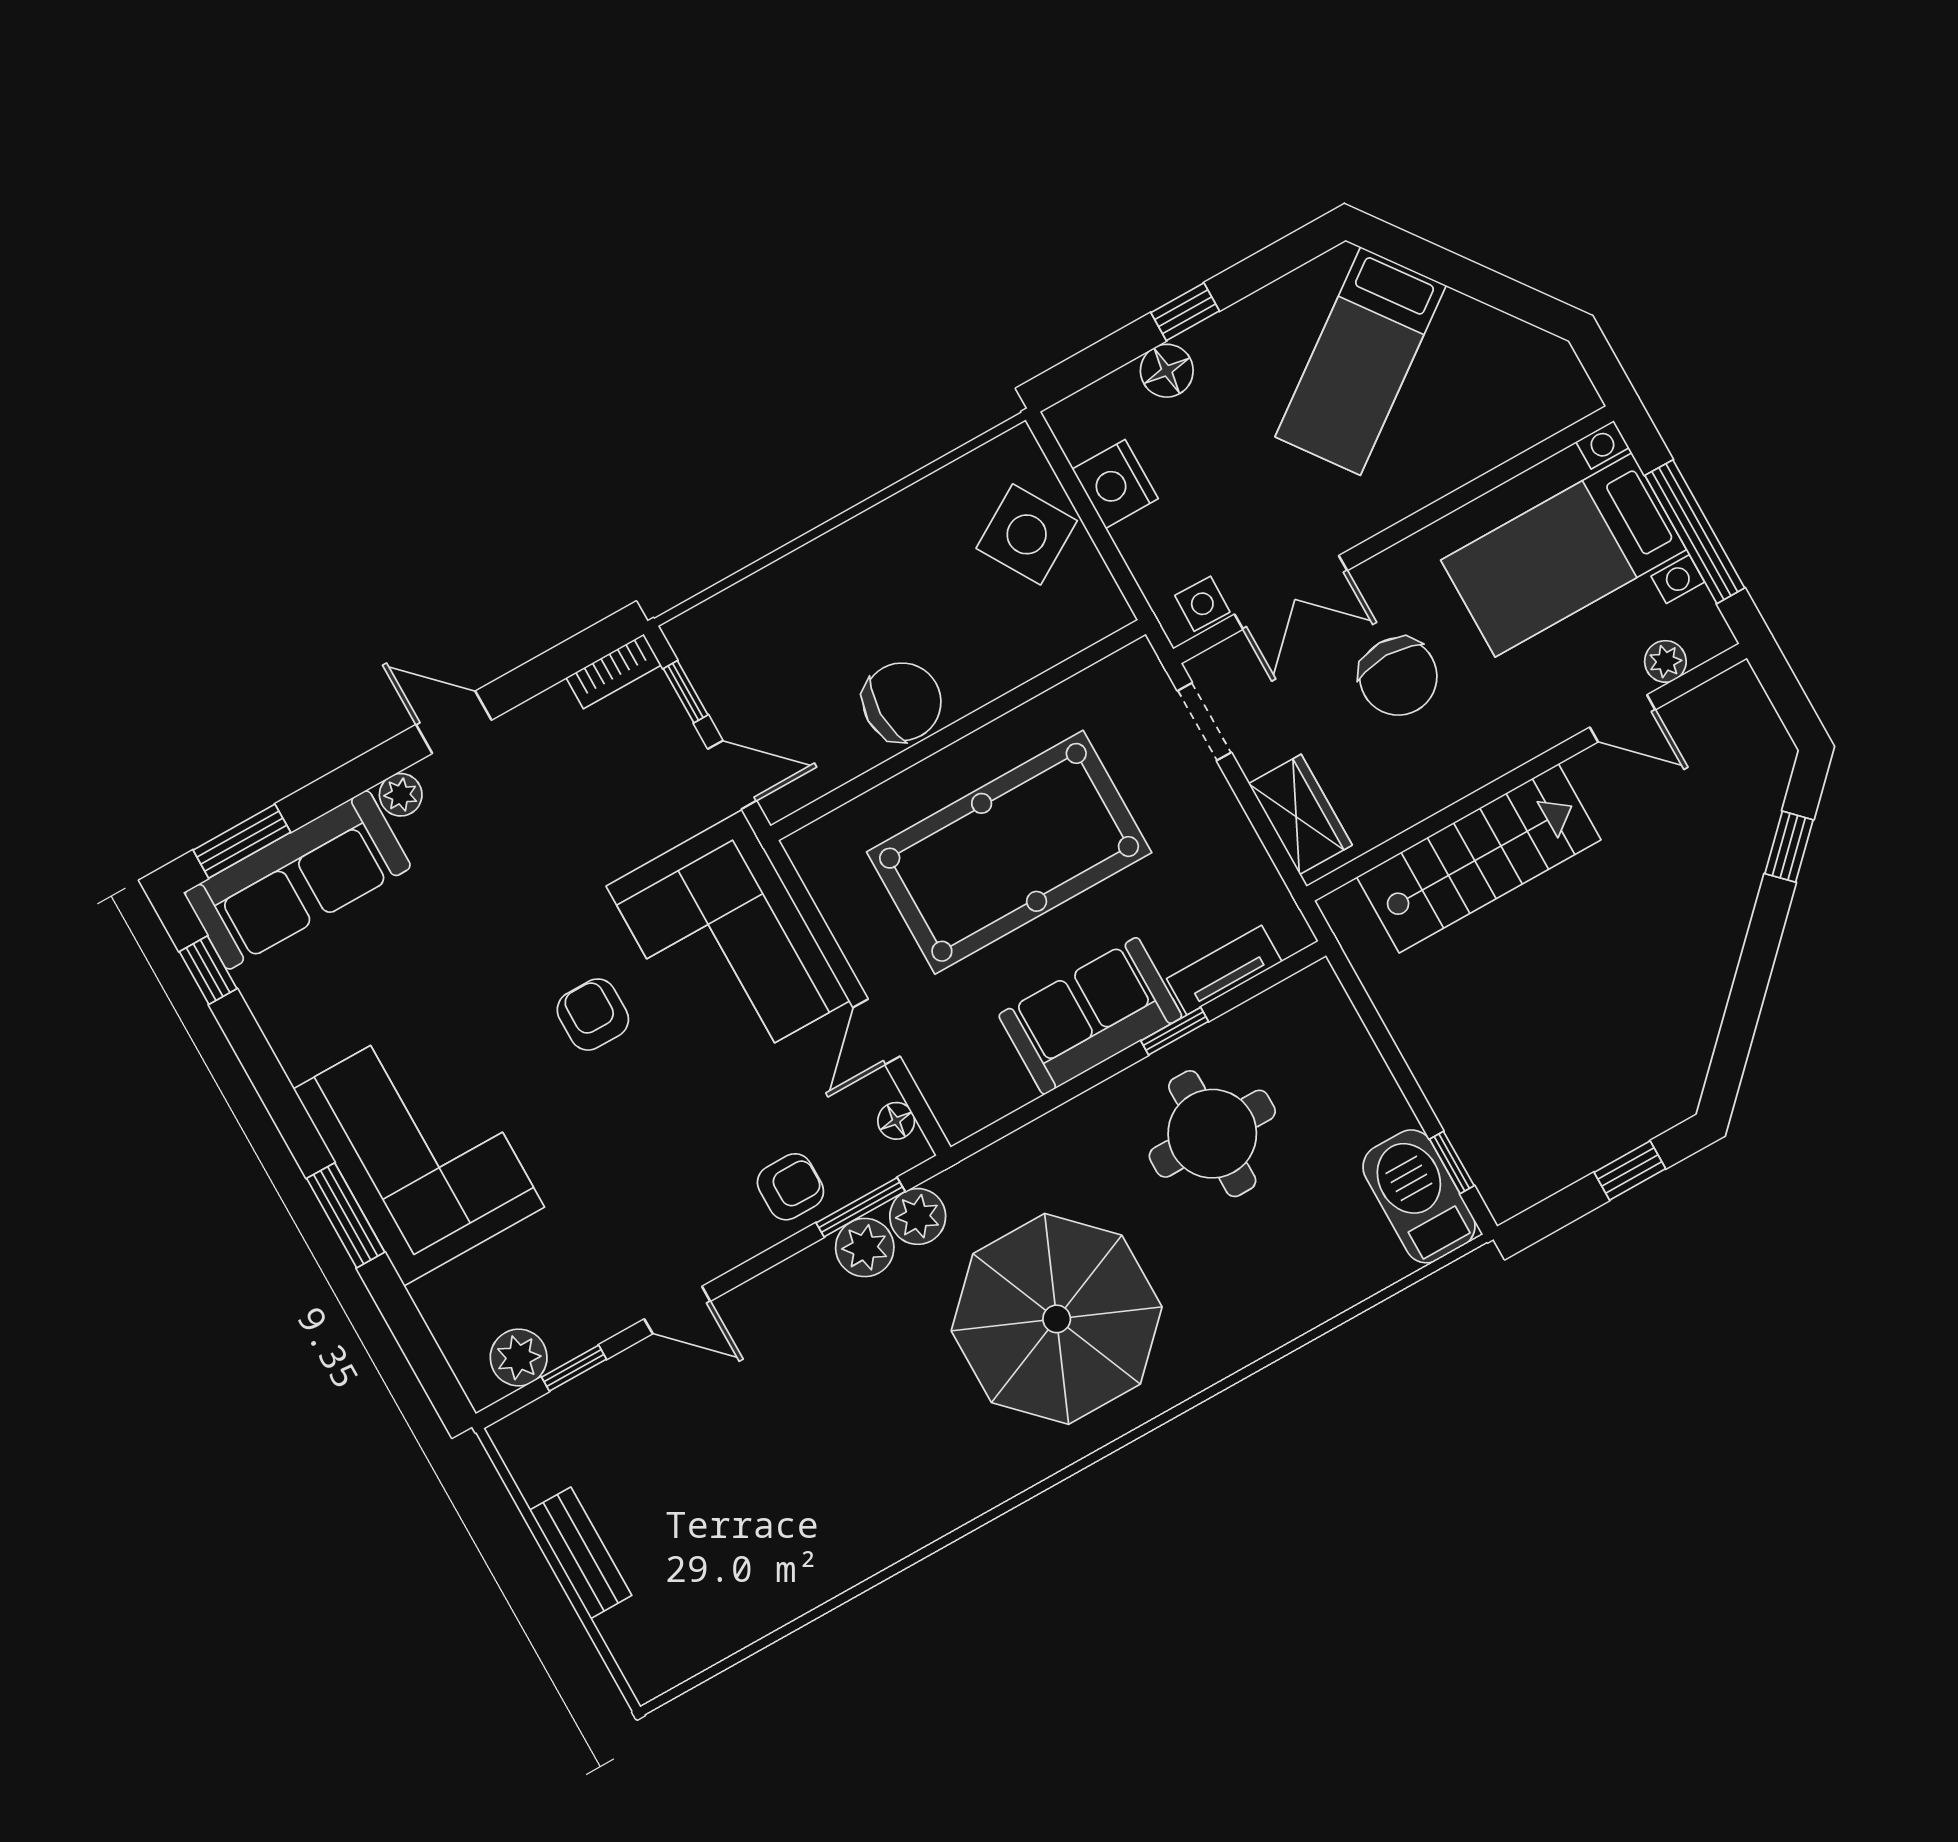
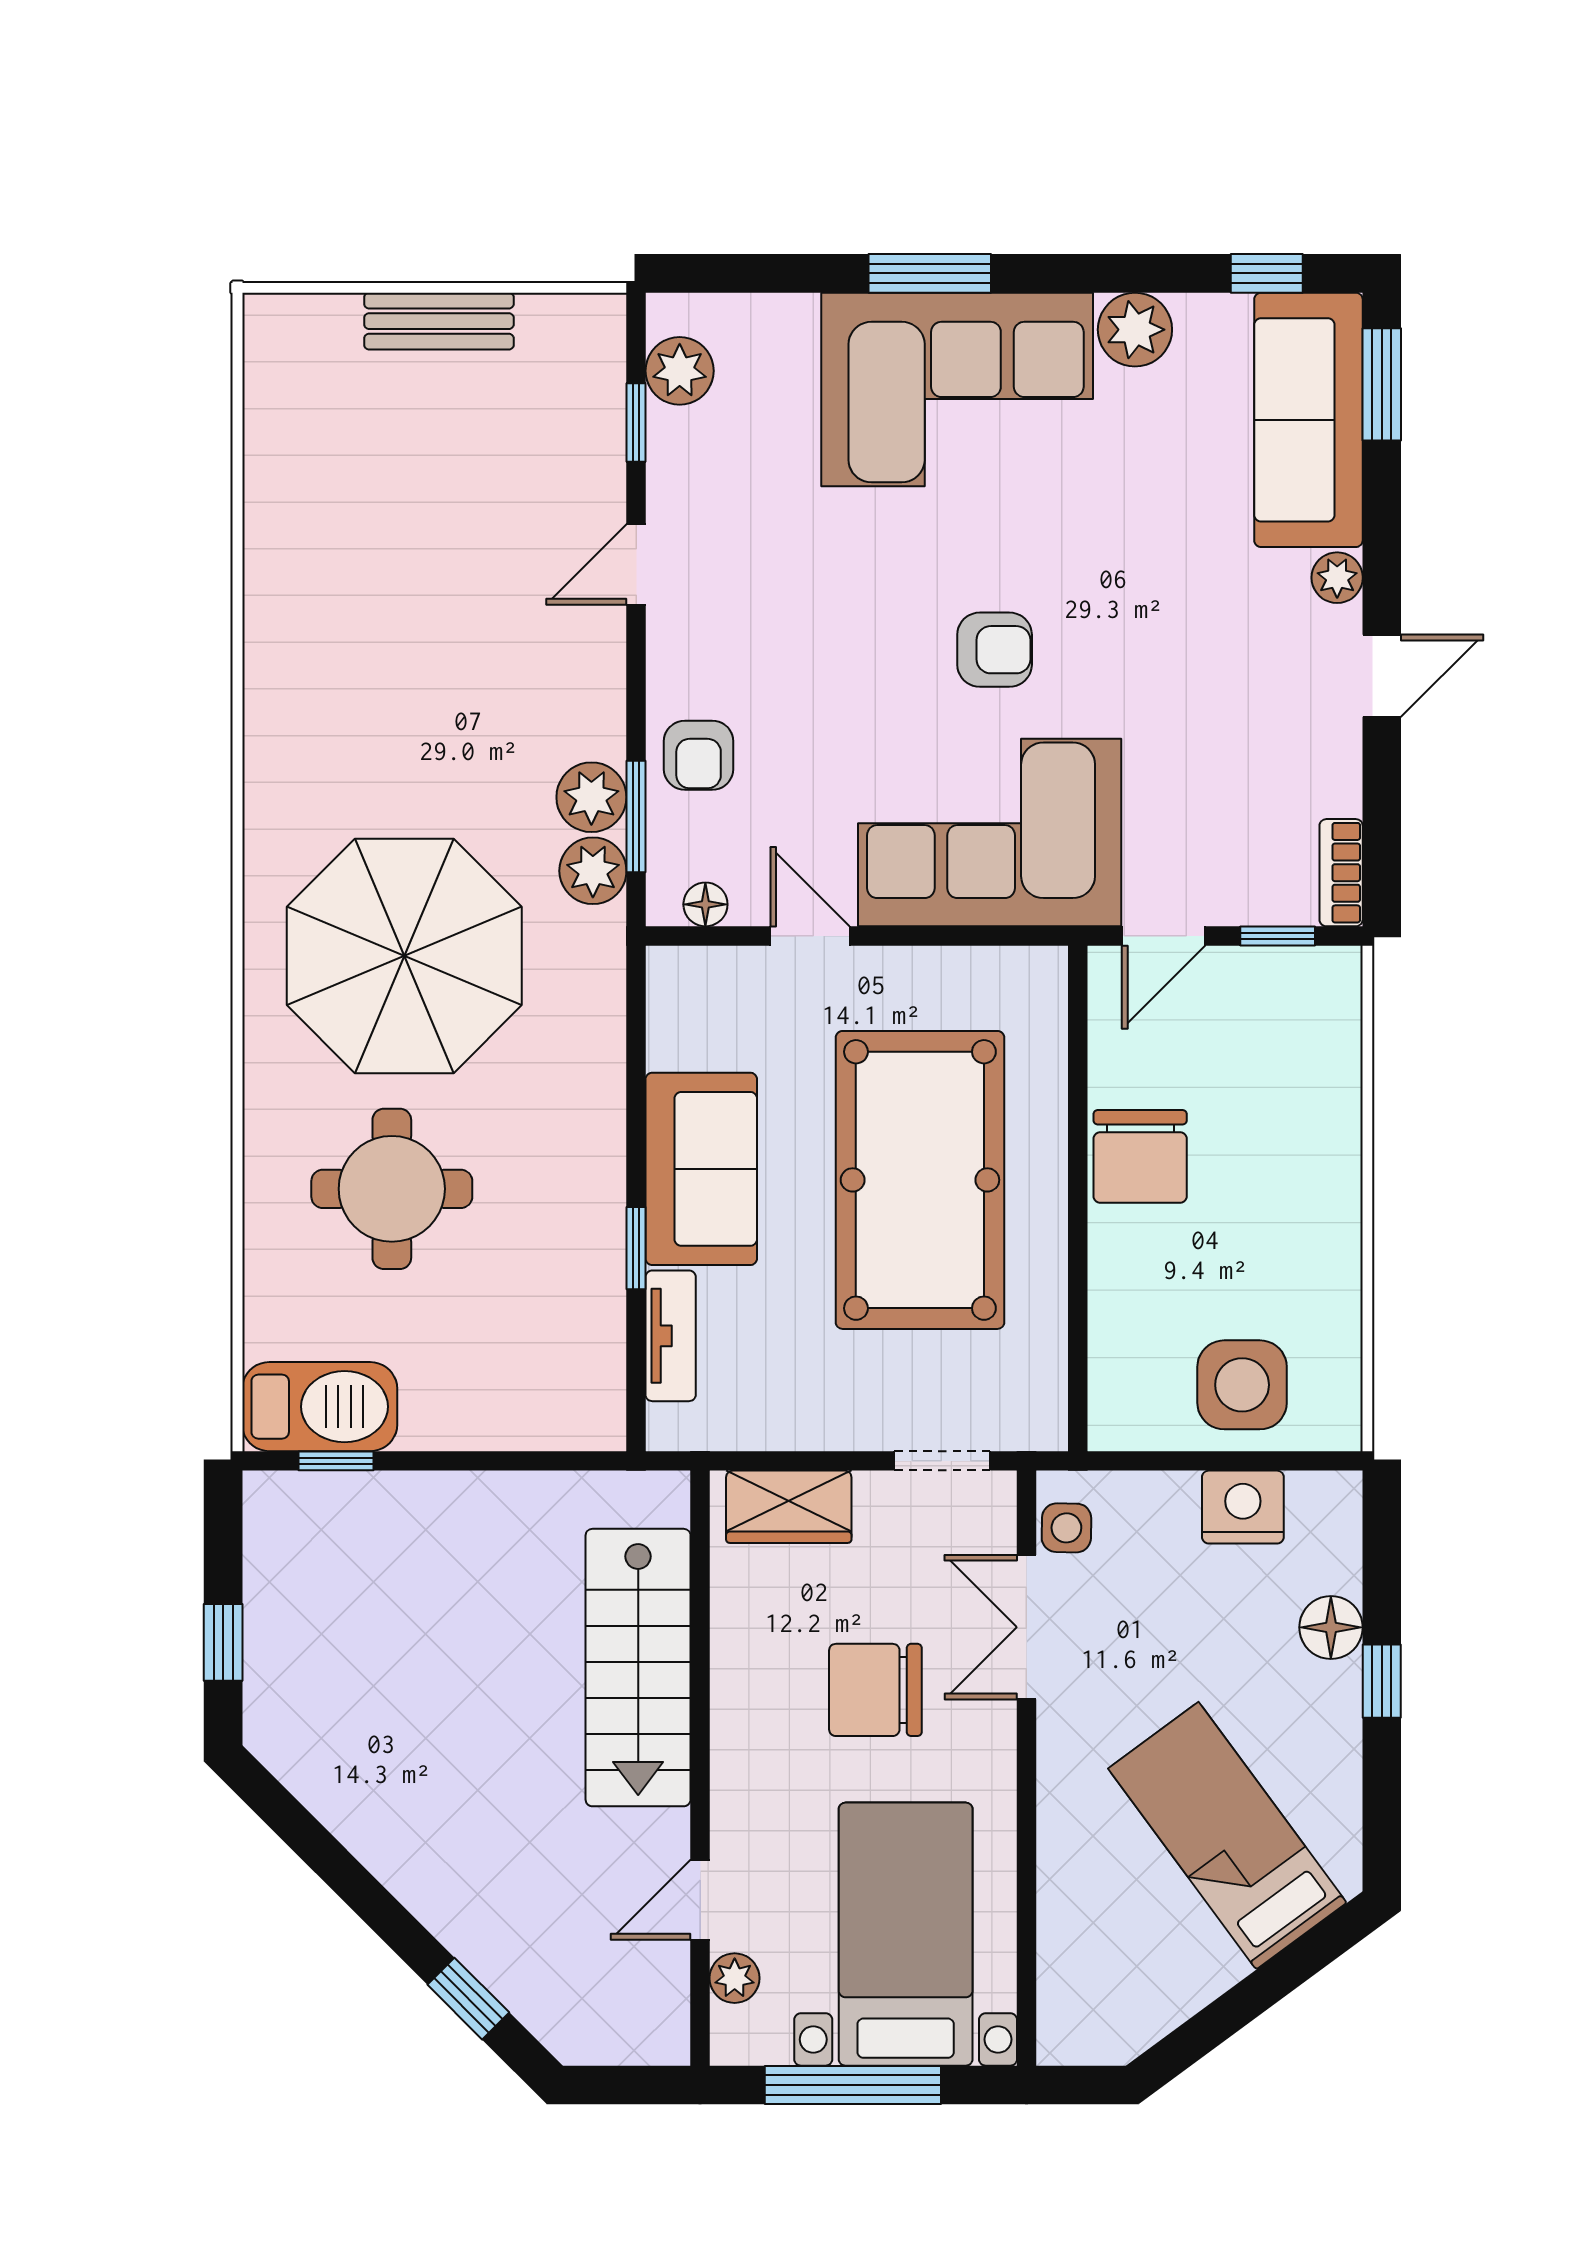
side table: (1027, 534) -> (1242, 1385), turned 31
plant: (303, 1043) -> (1135, 330), added
round table: (1212, 1134) -> (392, 1189), moved

